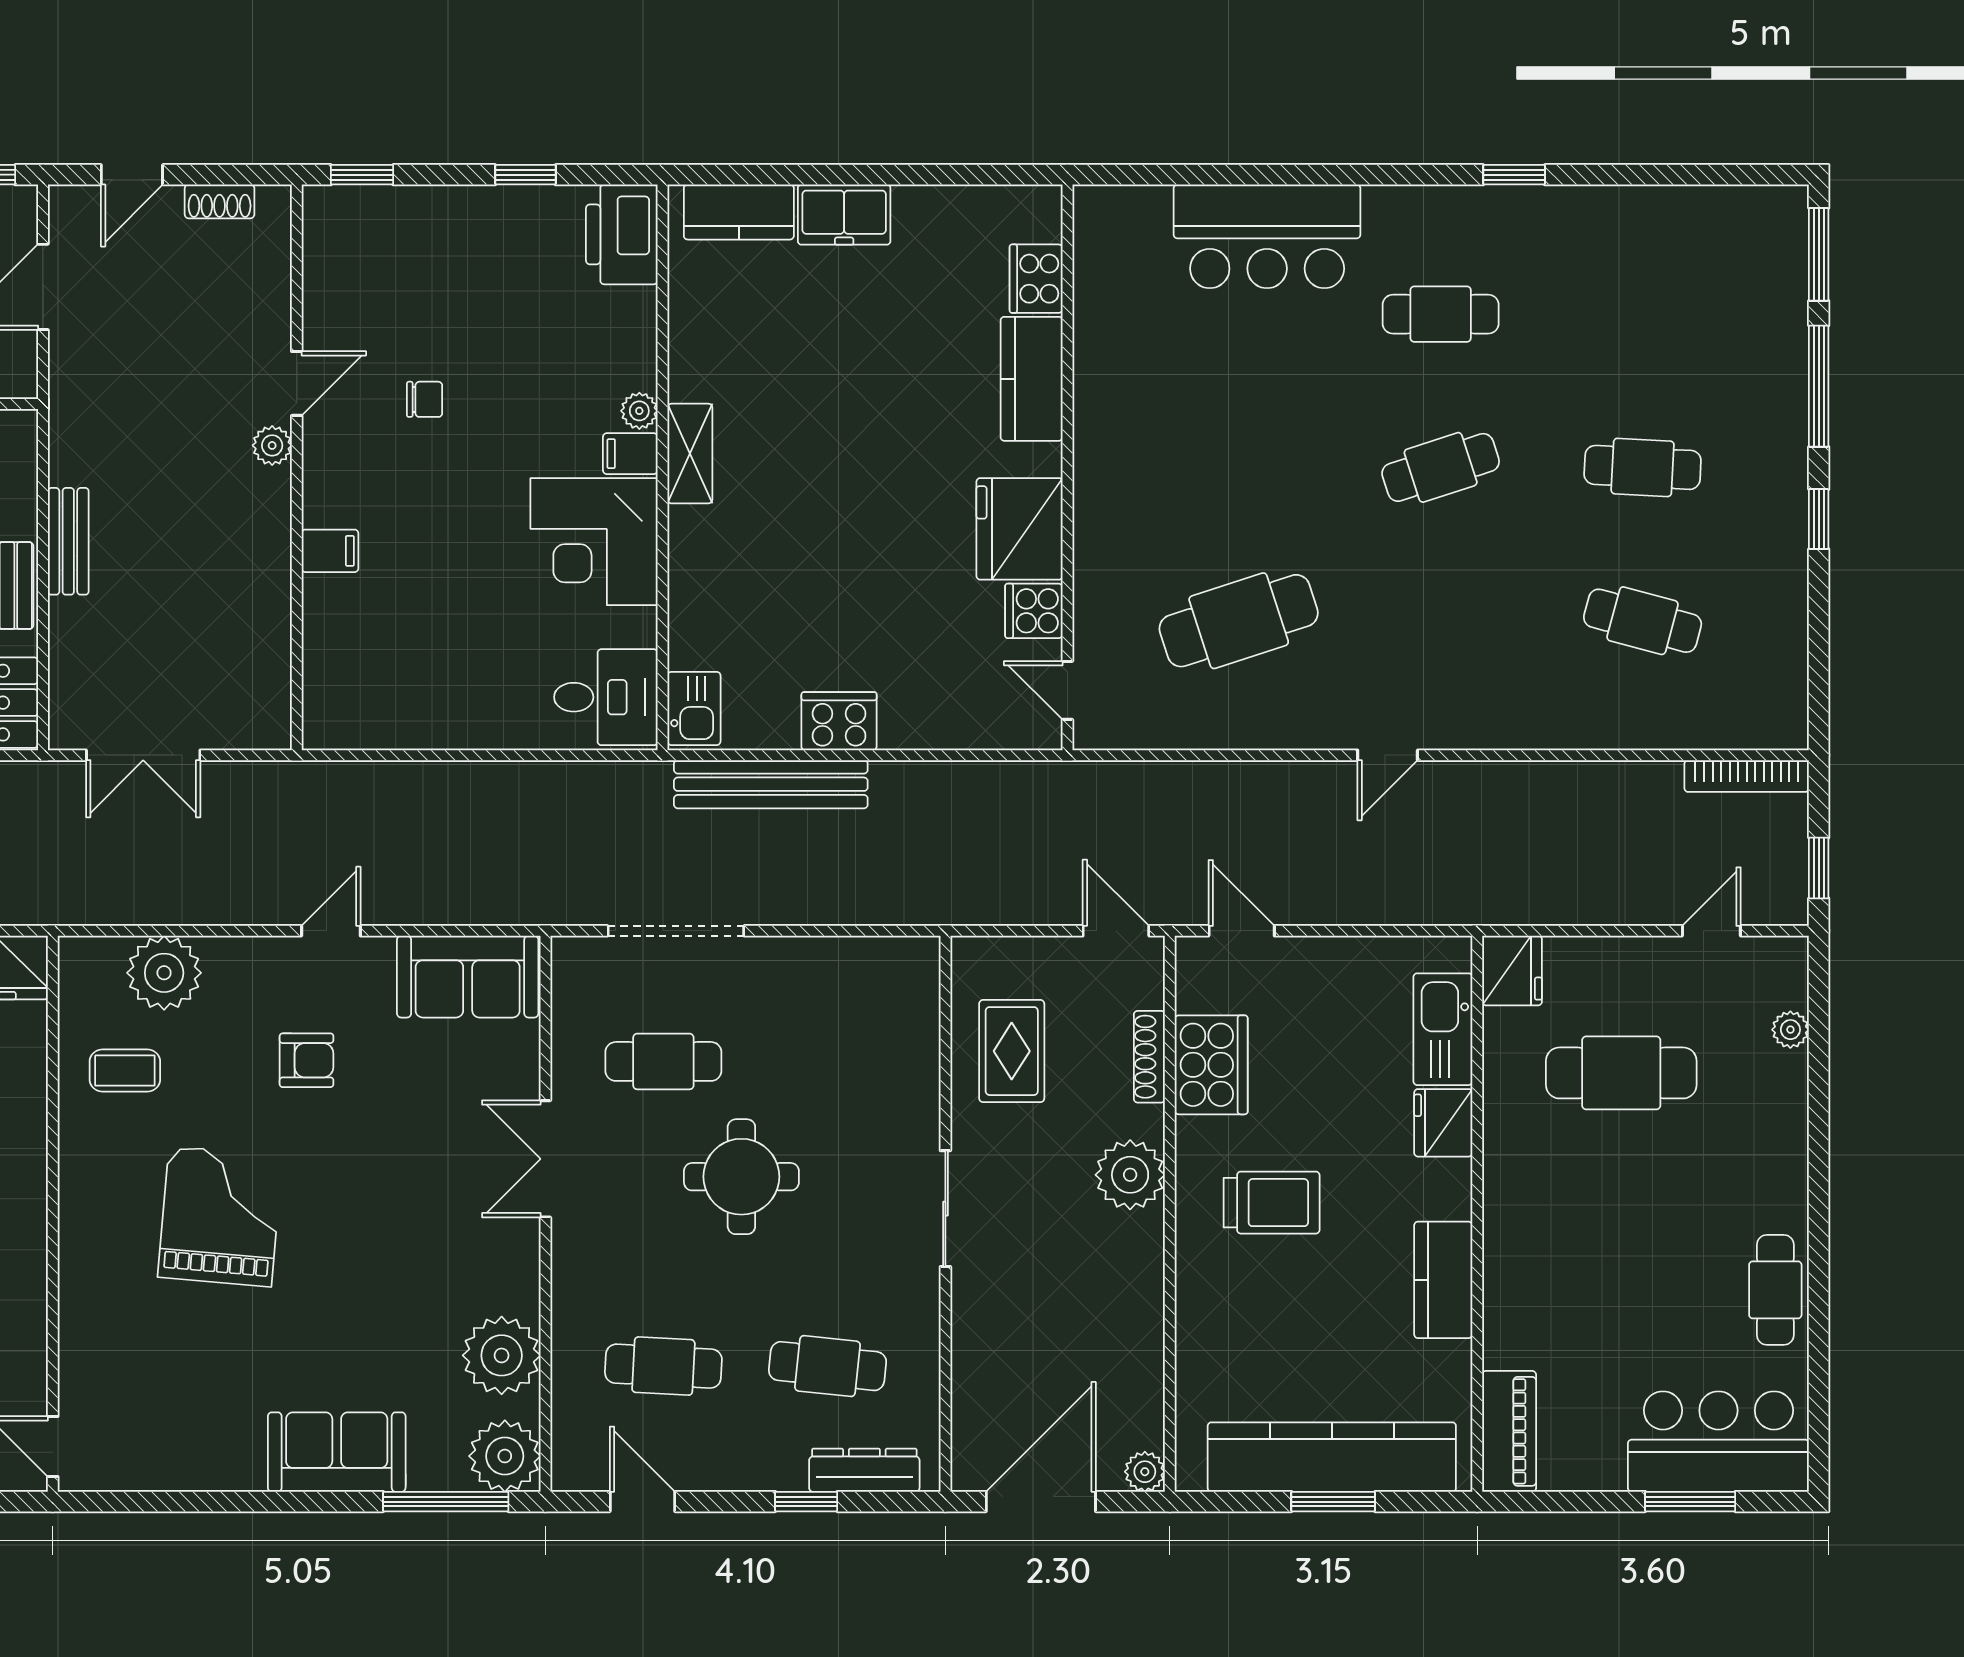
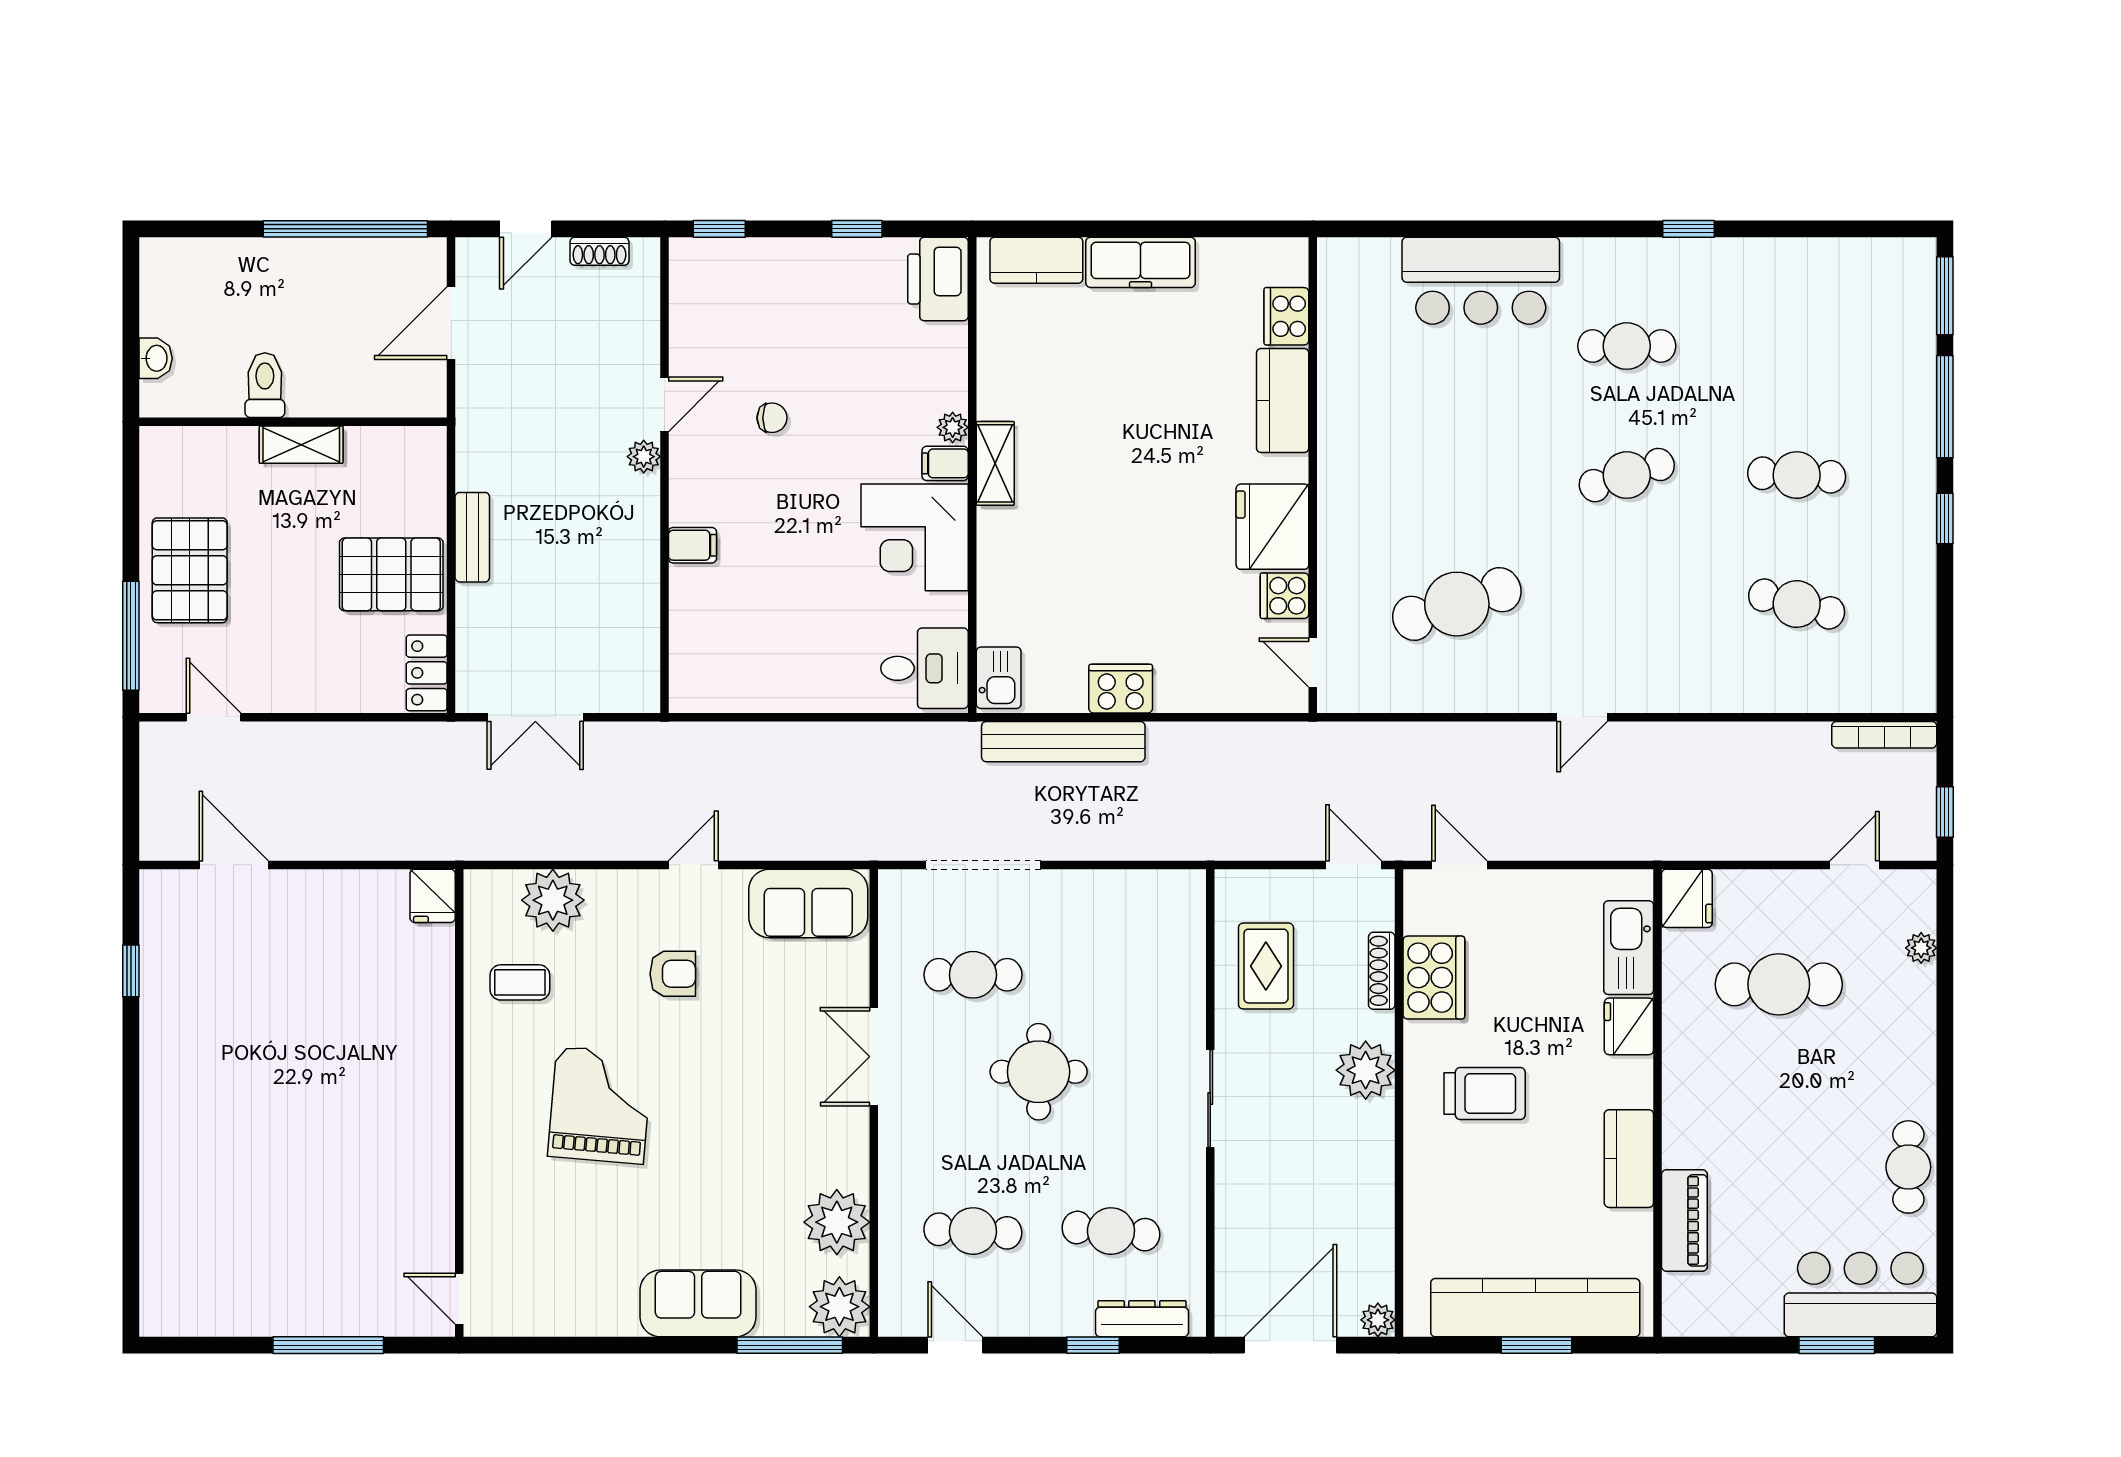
freezer: (844, 215) -> (1141, 262), width x1.40
piano: (1509, 1431) -> (1684, 1220), moved

